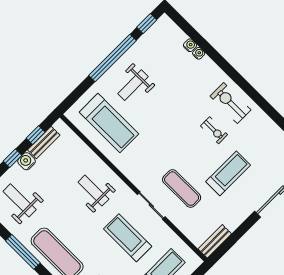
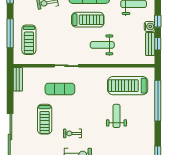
window: (112, 58) -> (158, 101), moved
weight bench: (133, 85) -> (116, 116), moved
weight bench: (93, 191) -> (102, 45), turned 180
treadmill: (128, 238) -> (88, 20), moved

